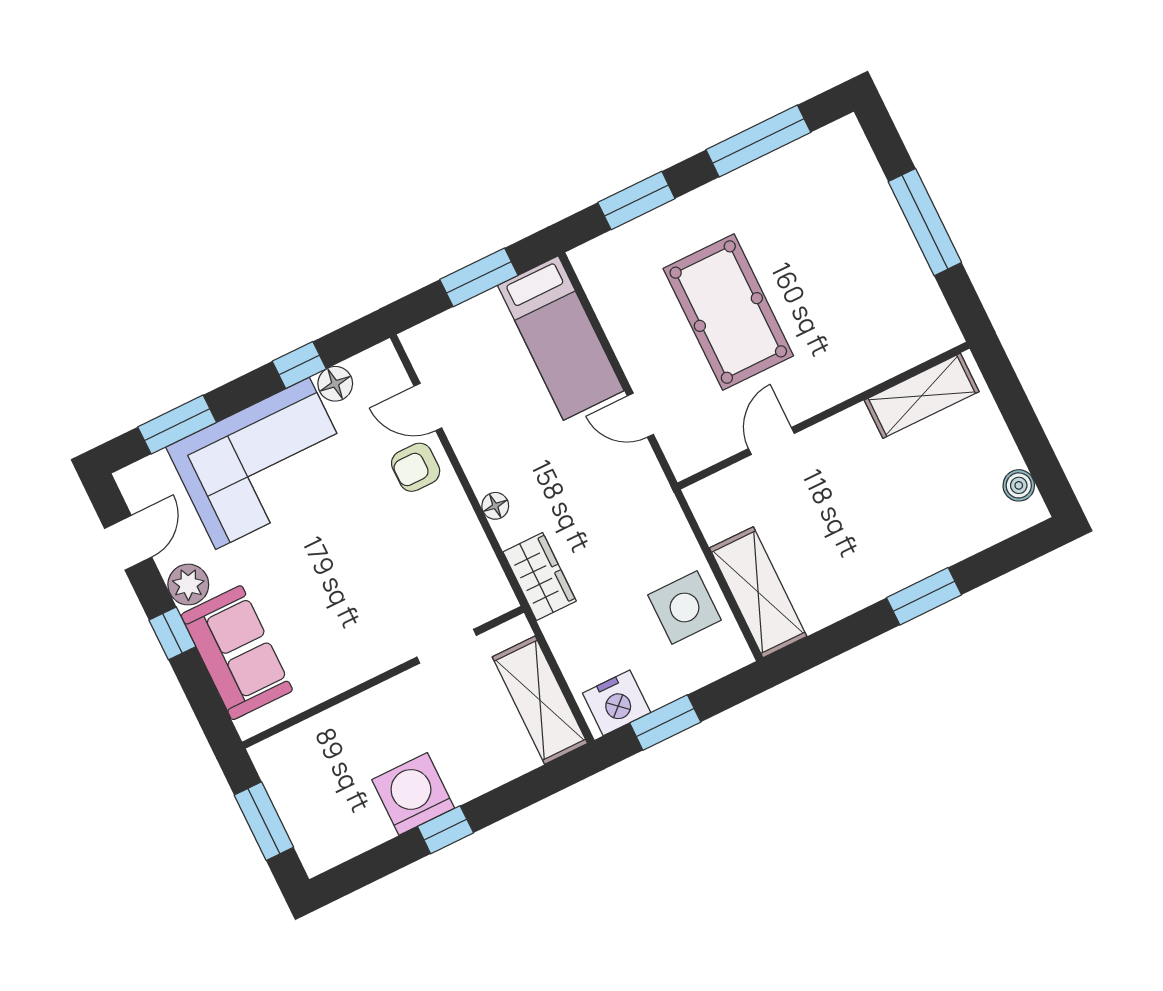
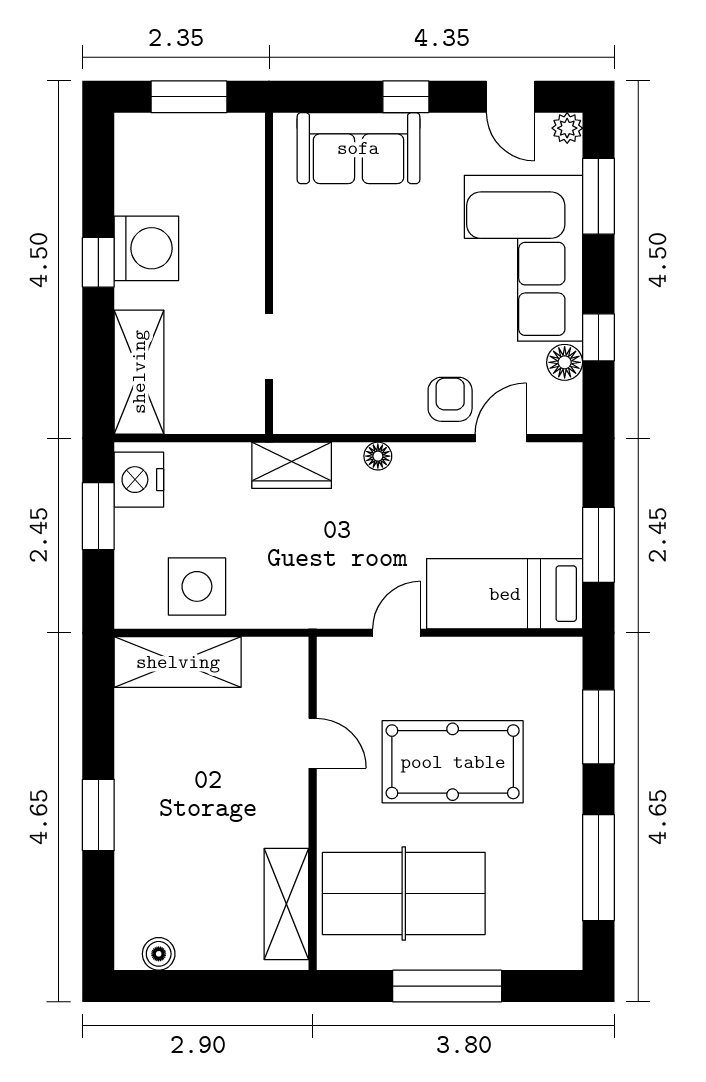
table tennis table: (863, 299) -> (404, 893), added
plant: (188, 585) -> (567, 128), moved, width x0.73, depth x0.73
shelving: (540, 700) -> (139, 372), moved, turned 90

